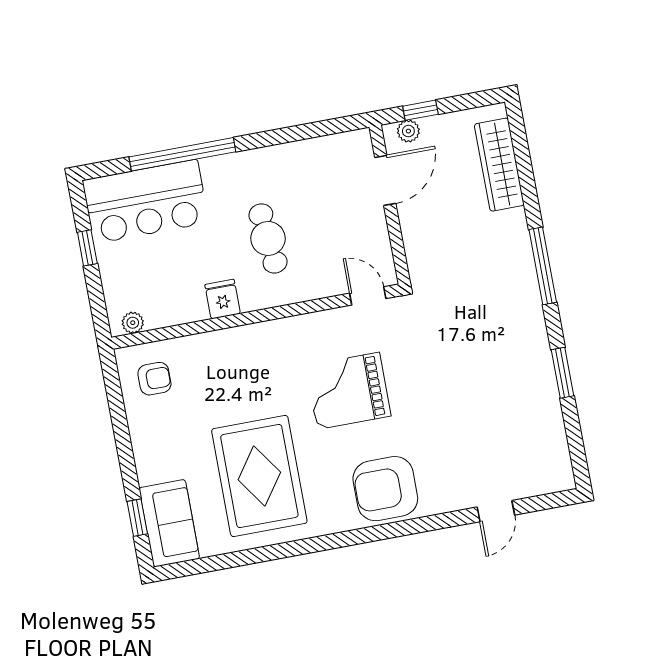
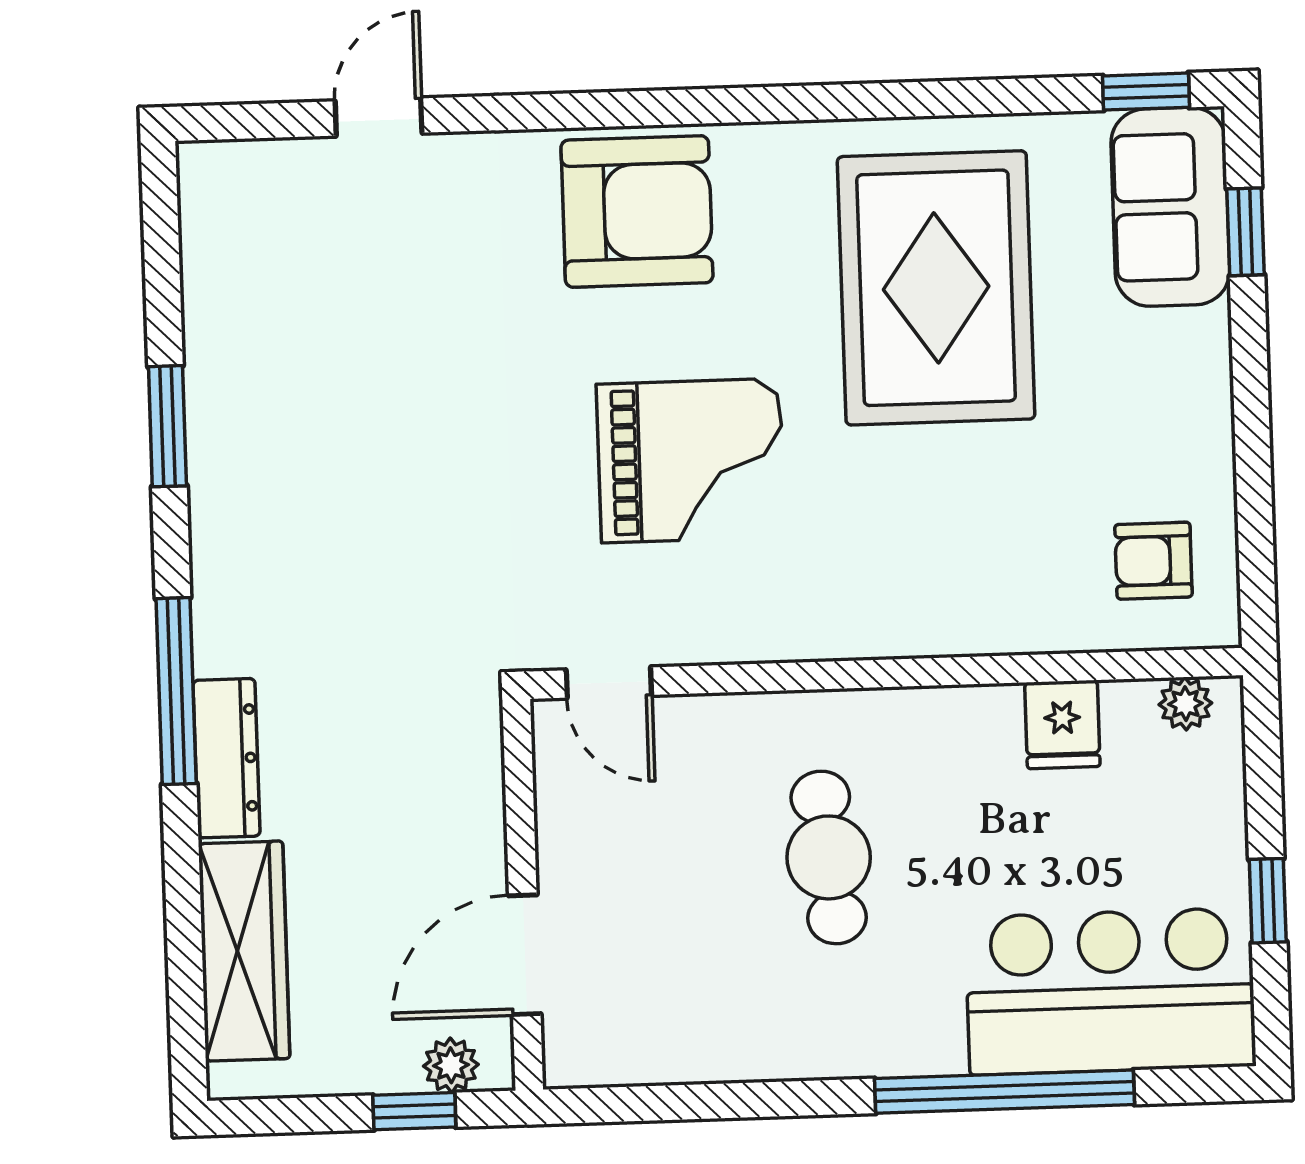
dresser: (518, 242) -> (226, 758), added
fridge: (223, 299) -> (1062, 725), moved
window: (186, 568) -> (1146, 92), added

